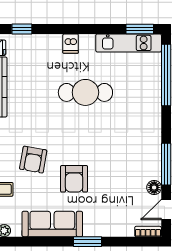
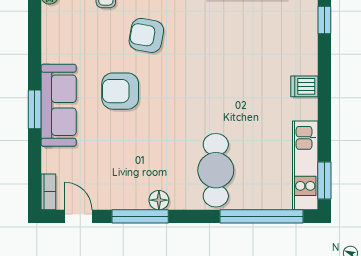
cafe table: (85, 92) -> (216, 170), moved
floor lamp: (154, 187) -> (159, 200), moved
sofa: (52, 224) -> (59, 105), moved

